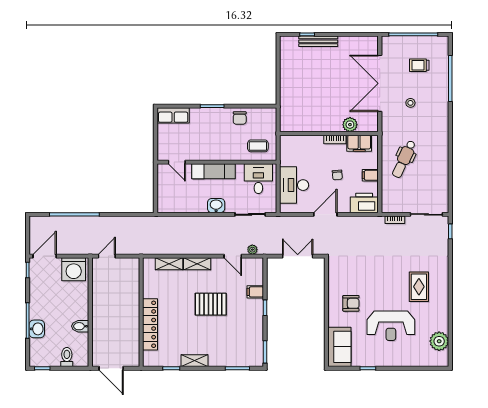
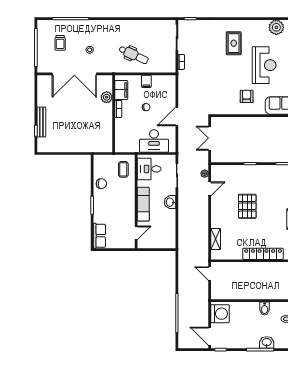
printer: (364, 203) -> (168, 86), removed
door: (325, 214) -> (177, 116), hinge flipped
door: (107, 256) -> (210, 274), moved
shelving: (197, 264) -> (216, 217), removed
rug: (419, 287) -> (234, 43), turned 90
filing cabinet: (255, 292) -> (238, 171), removed

